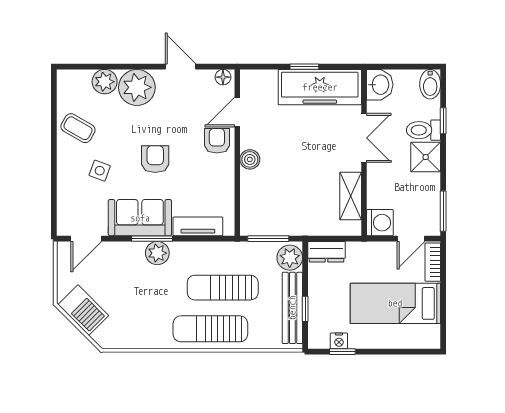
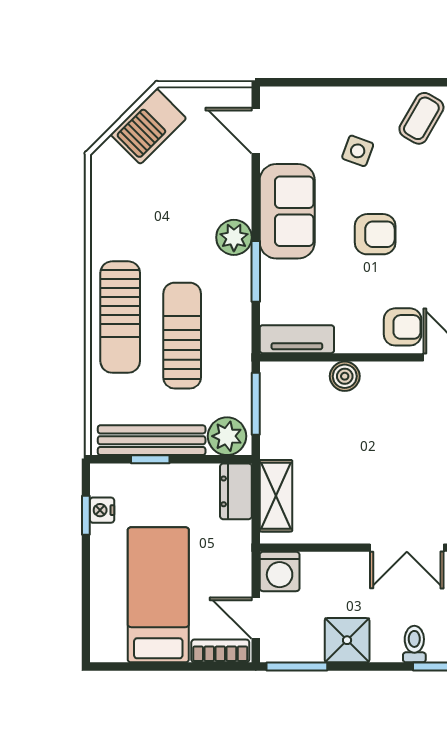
toilet: (424, 130) -> (414, 644), width x0.73, depth x0.72
shower: (426, 157) -> (347, 640), moved
boiler: (250, 159) -> (345, 376), moved
shelving: (351, 196) -> (276, 496), moved, turned 90
tv unit: (198, 226) -> (297, 339), moved, turned -90
window: (152, 239) -> (256, 271), moved
sun lounger: (210, 329) -> (120, 317), turned 180

